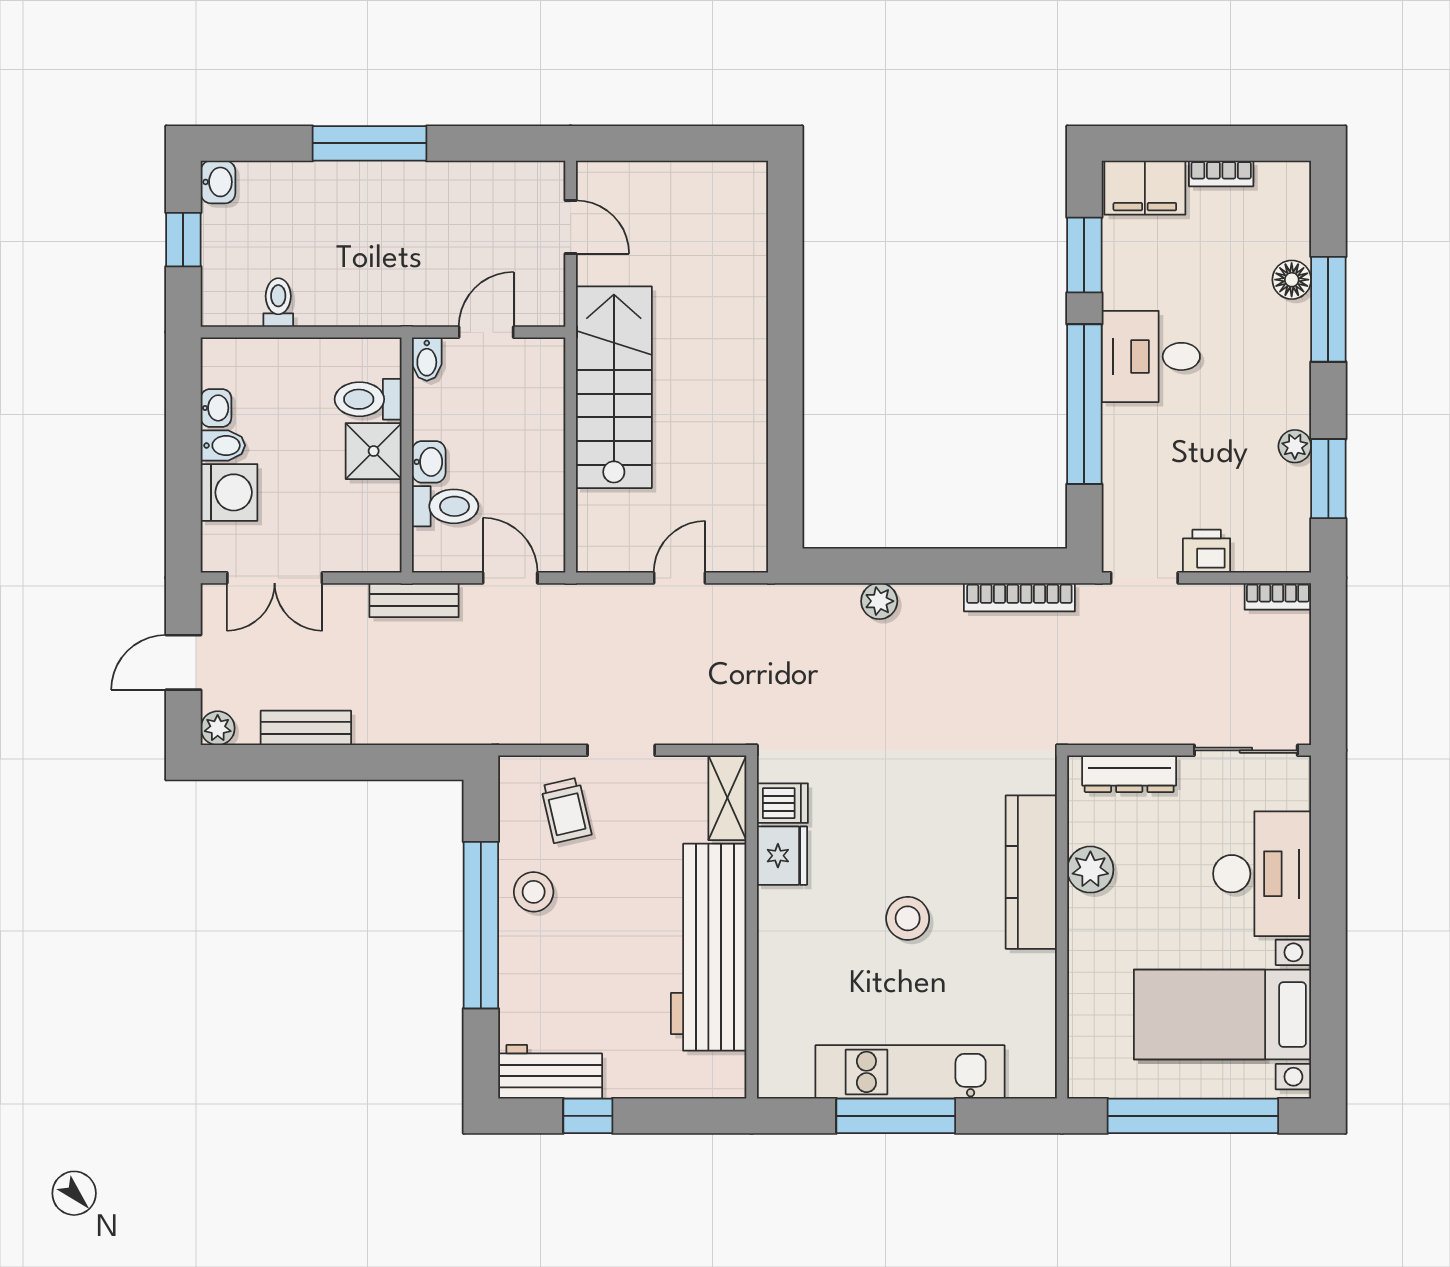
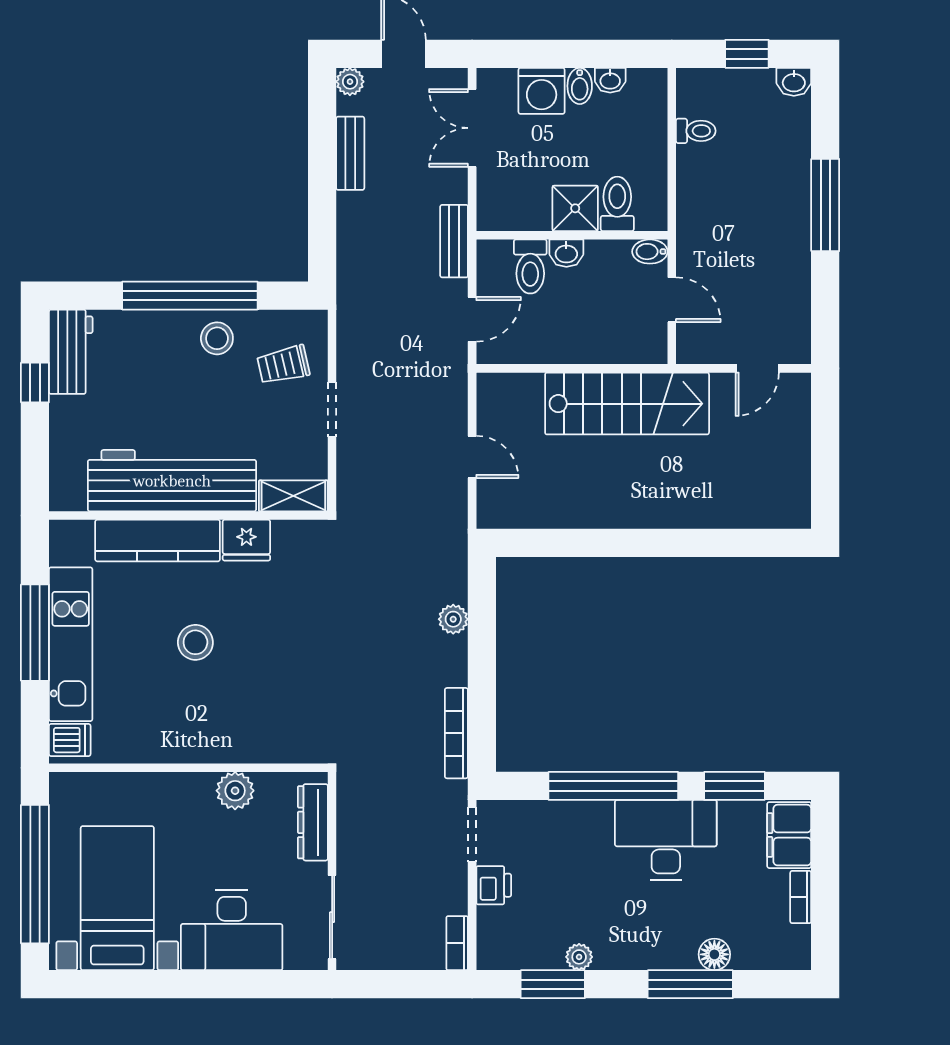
desk: (1151, 356) -> (666, 840), width x1.37
dishwasher: (782, 803) -> (70, 740), moved, turned -90
kitchen counter: (1031, 872) -> (158, 541), moved, turned 180

